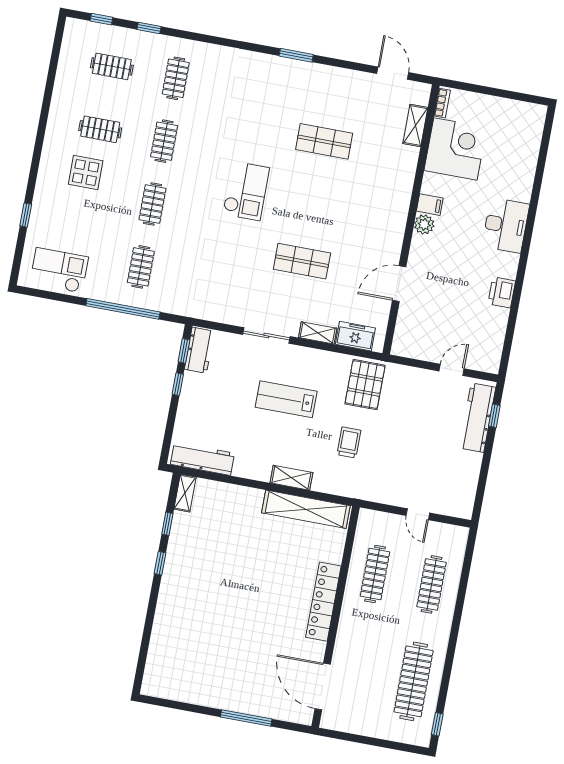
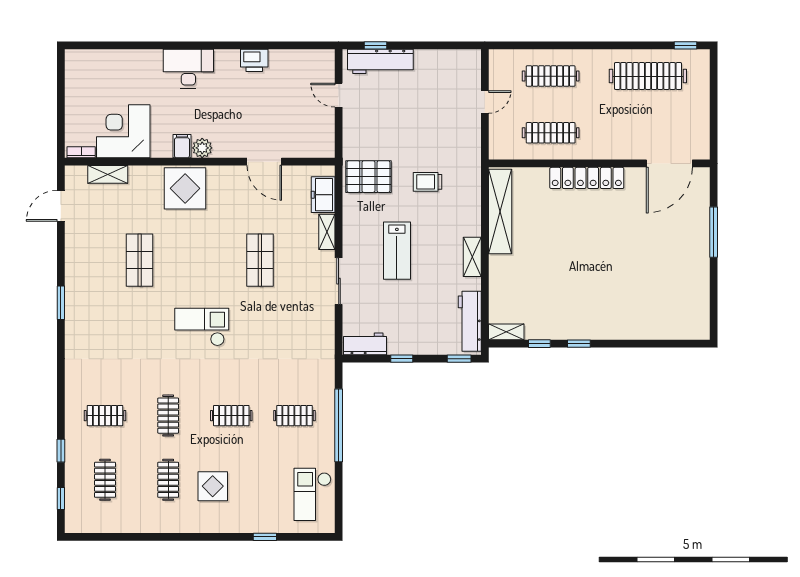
clothes rail: (164, 141) -> (168, 416), turned 90
display table: (387, 200) -> (185, 188), added
window: (184, 351) -> (459, 359), moved
shelving: (291, 478) -> (472, 257), moved

